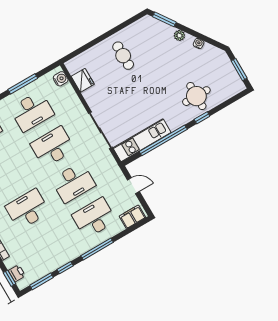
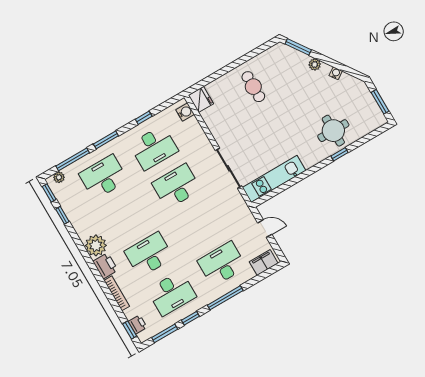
fridge: (83, 80) -> (201, 99), moved
window: (23, 84) -> (144, 118), width x0.46
window: (163, 140) -> (297, 179), removed
desk: (73, 182) -> (172, 293), moved

